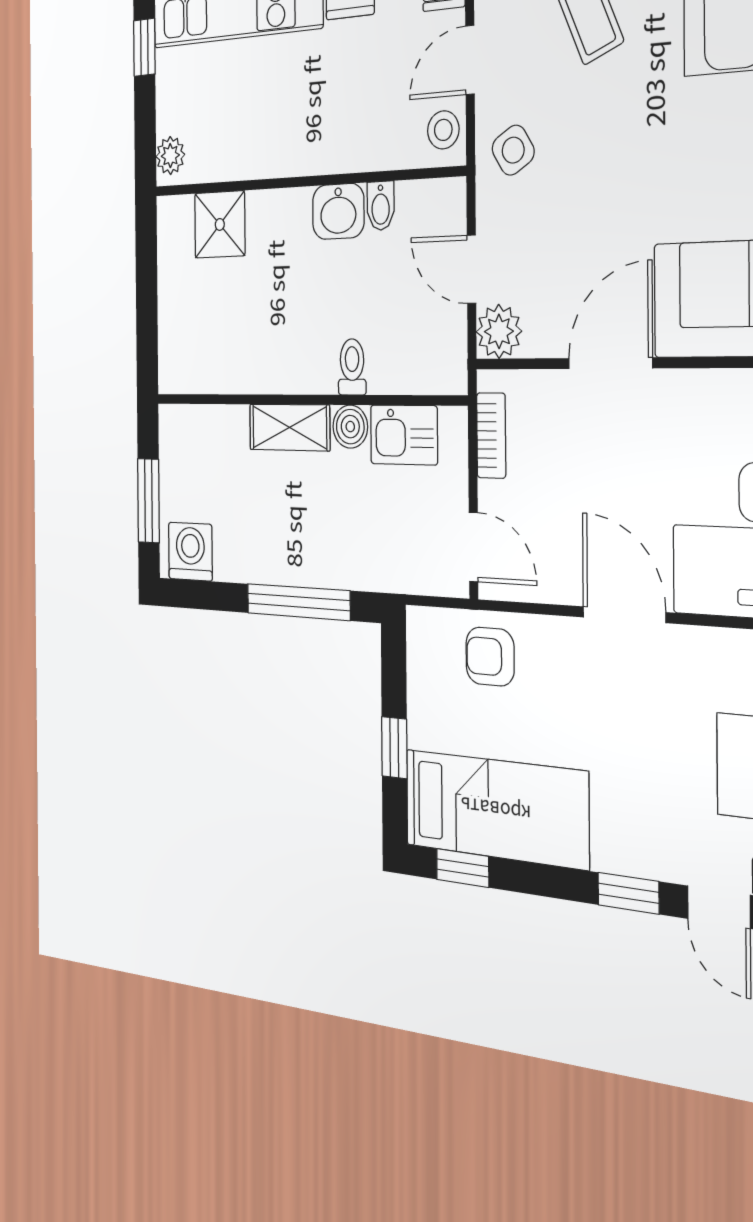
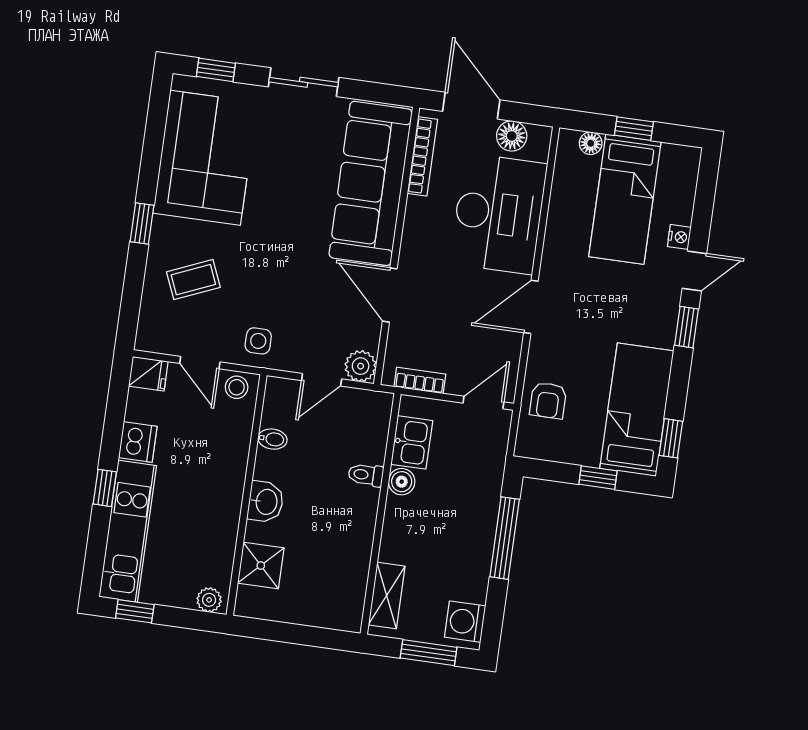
side table: (513, 150) -> (258, 341), turned 32
washbasin: (338, 211) -> (266, 502), moved
shelving: (290, 427) -> (387, 596), moved

